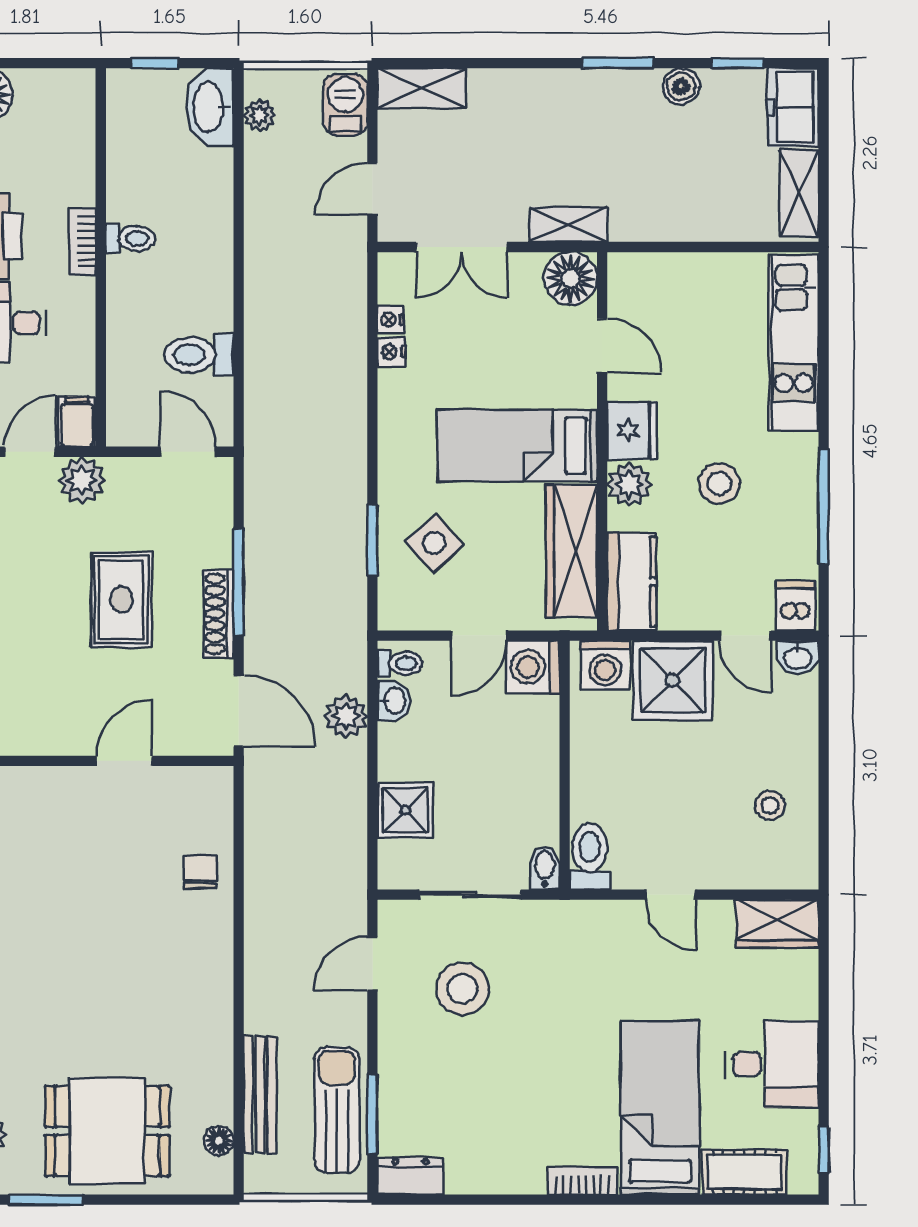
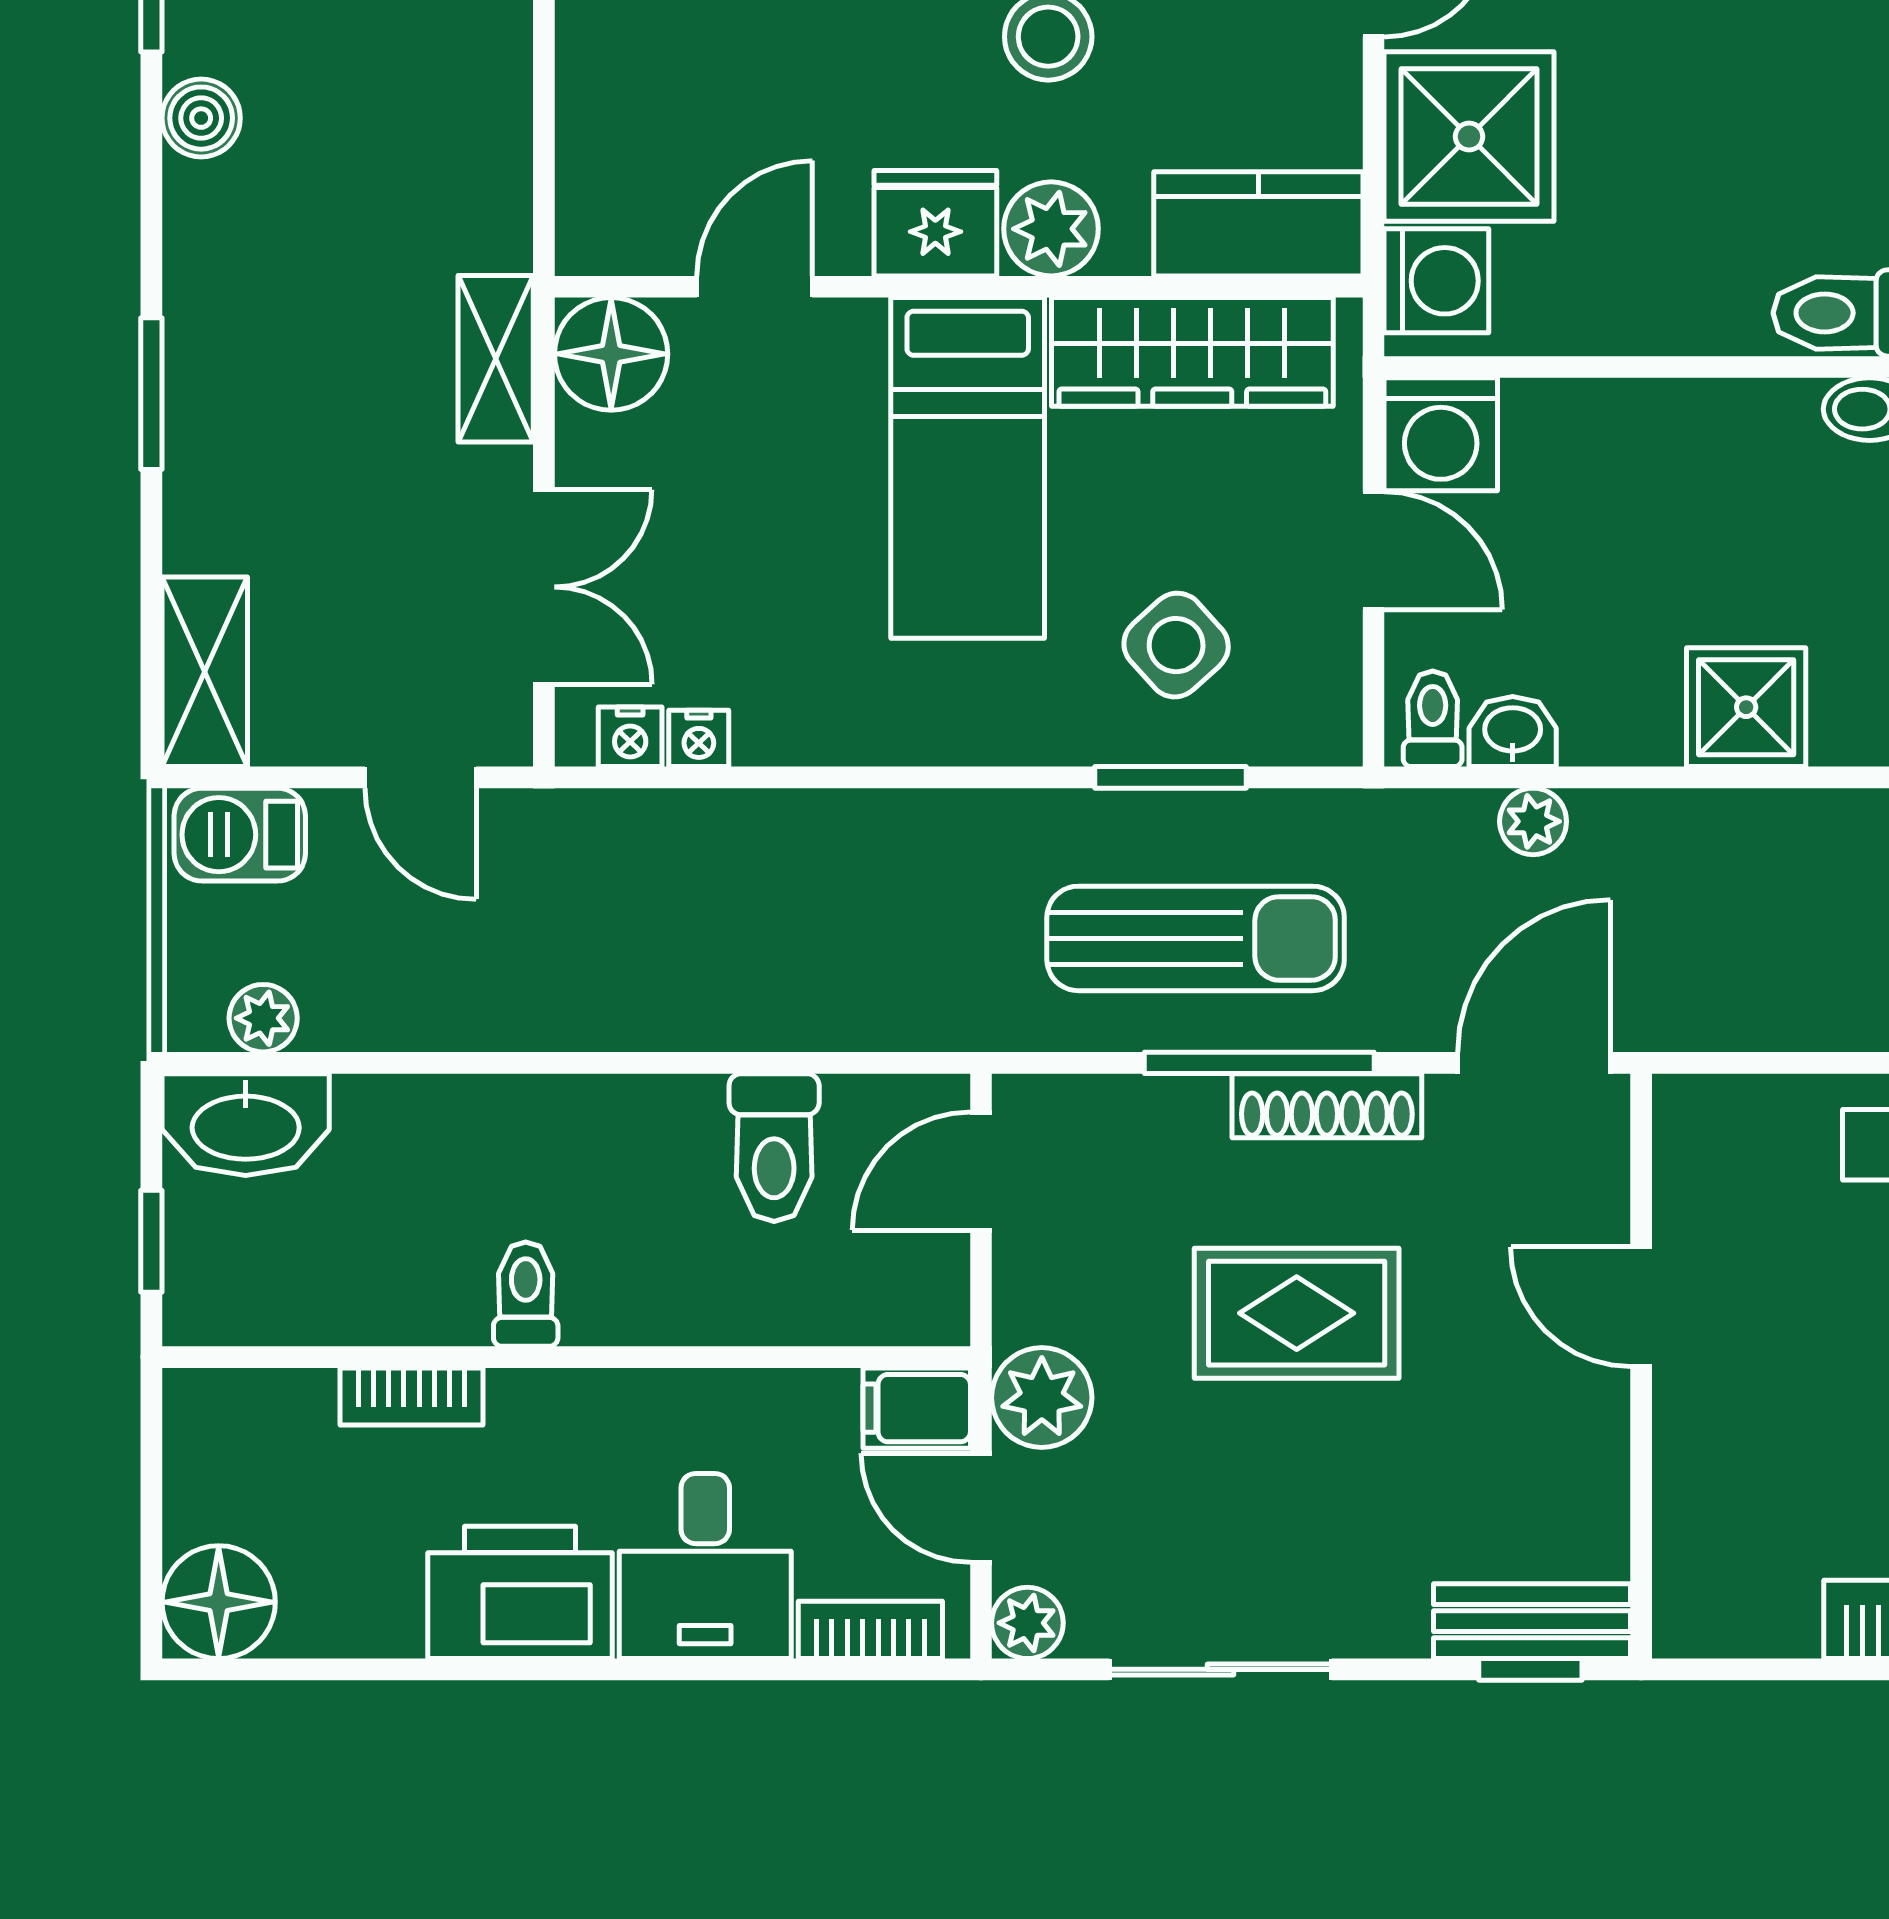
window: (618, 63) -> (151, 394), moved
bookcase: (82, 242) -> (411, 1396), moved
nightstand: (391, 352) -> (630, 737), moved
sun lounger: (297, 552) -> (1196, 938), added
plant: (346, 716) -> (1533, 821), width x0.73, depth x0.73

